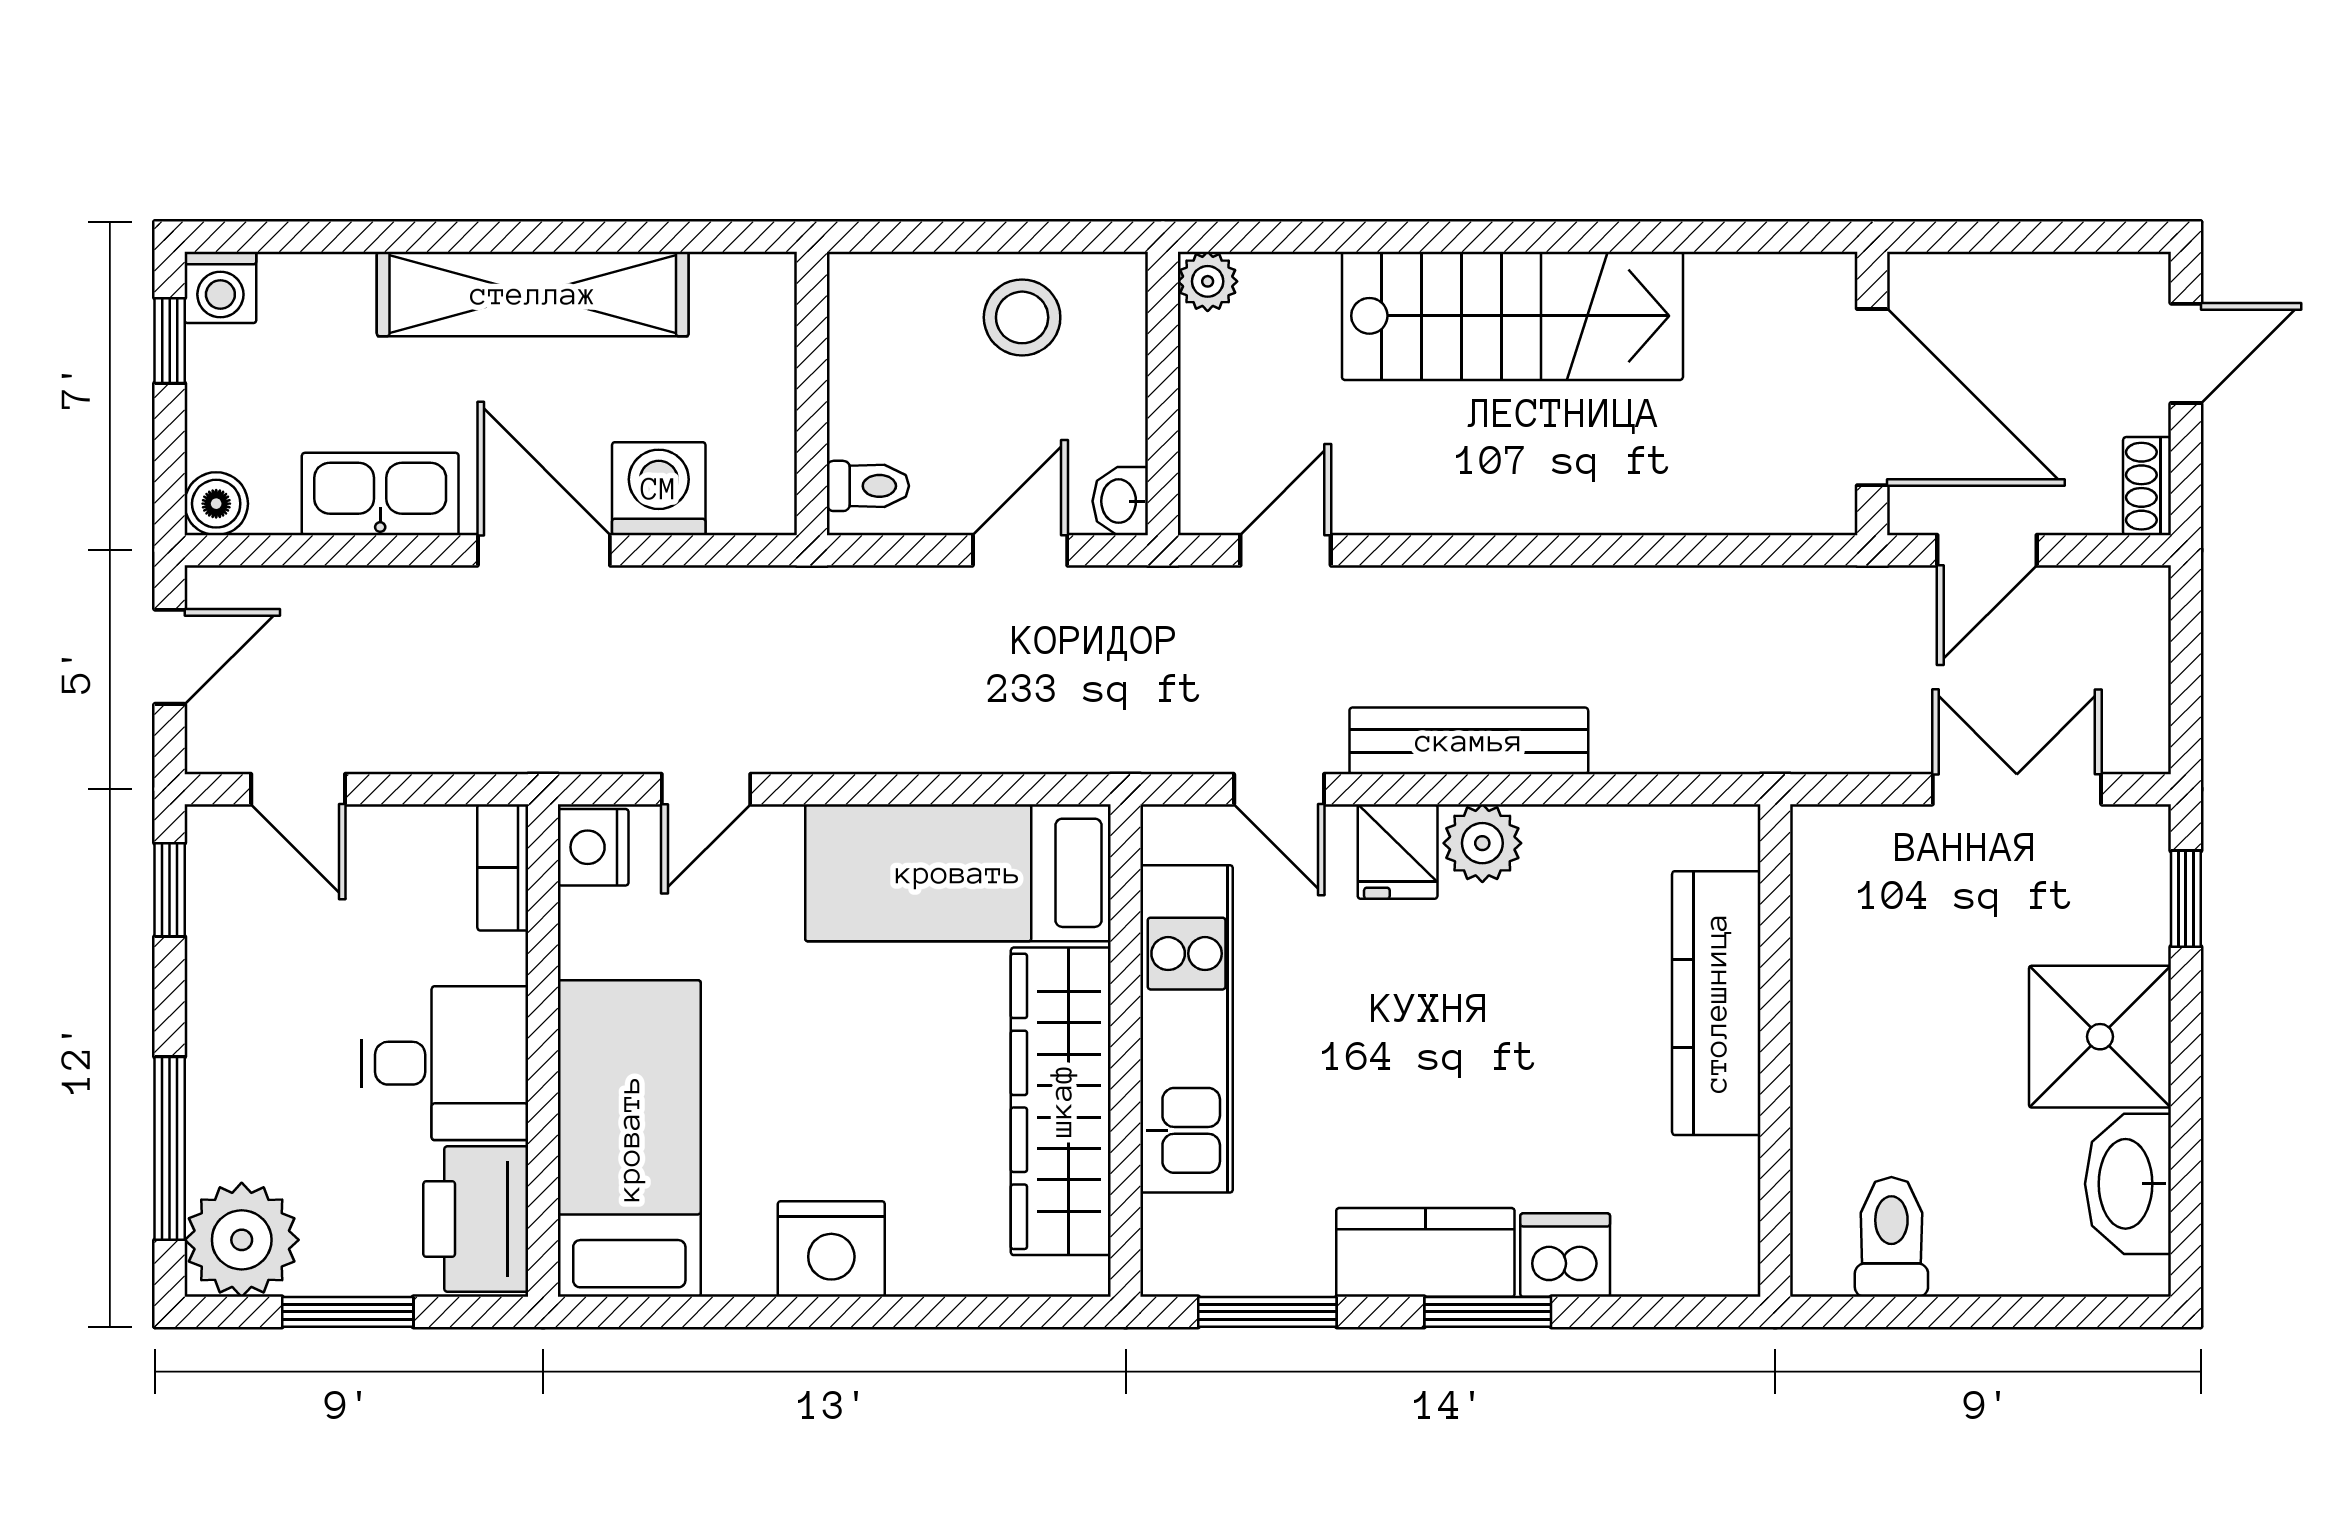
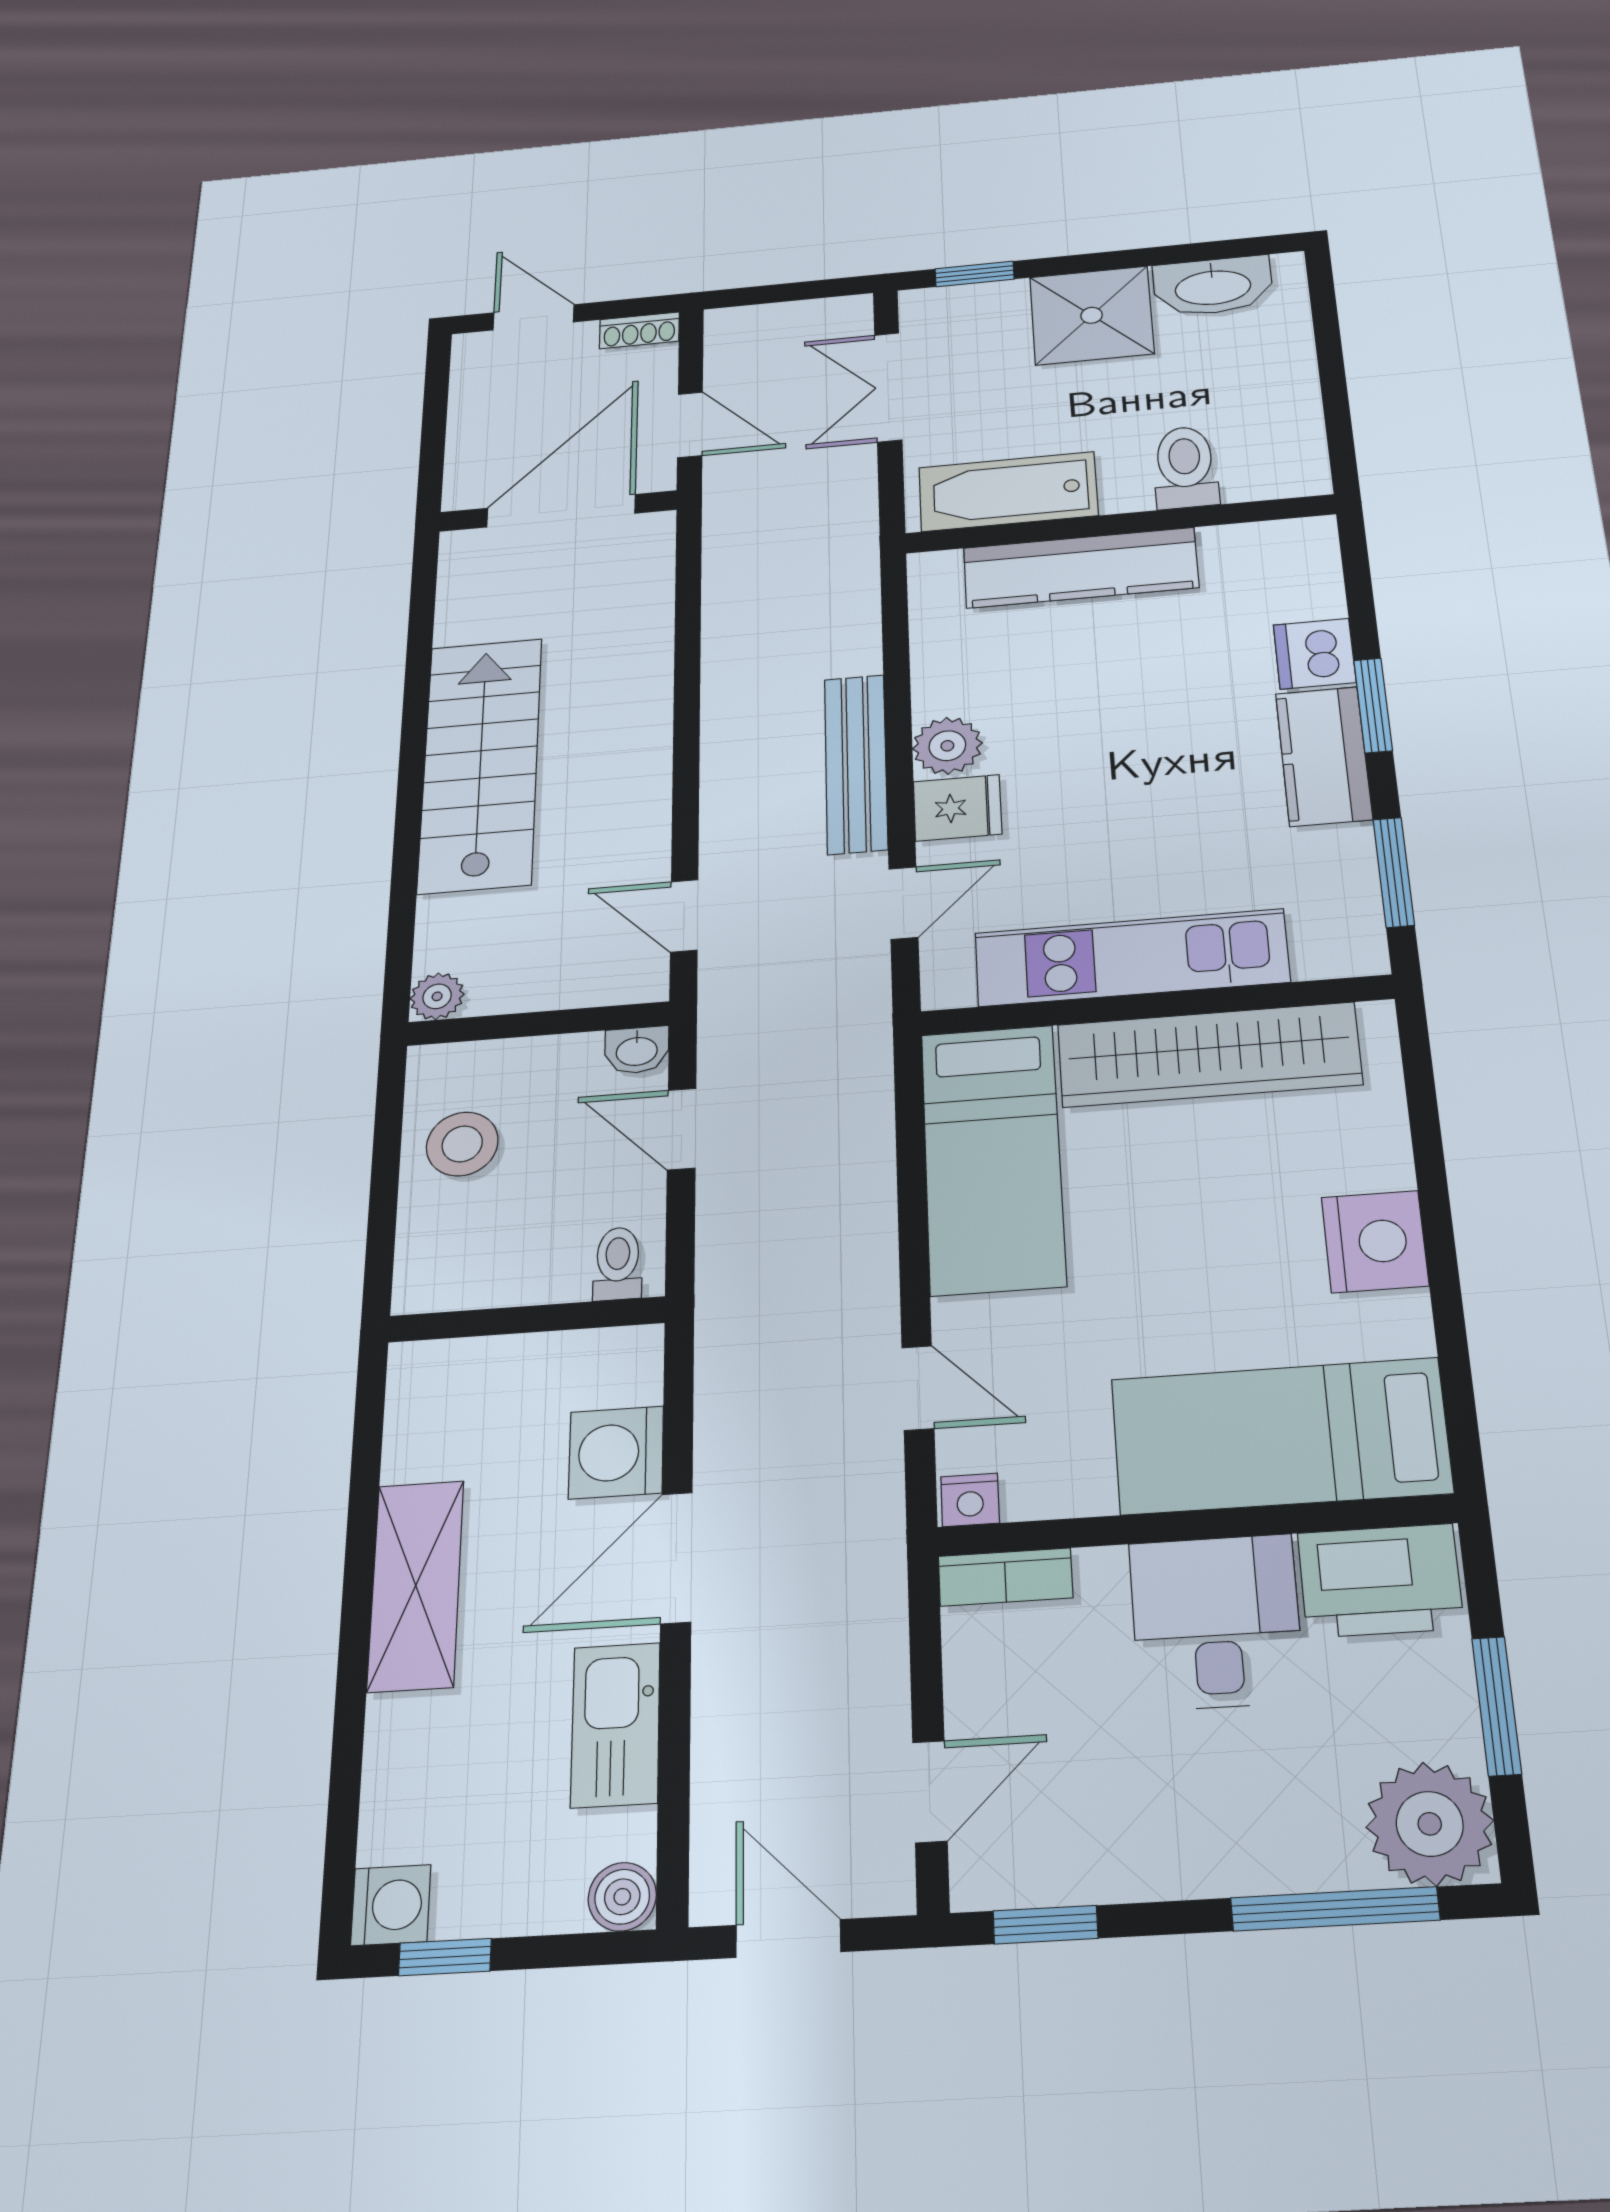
shelving: (533, 294) -> (416, 1585), width x0.68
nightstand: (593, 847) -> (970, 1500), width x0.72, depth x0.74
bathtub: (1838, 925) -> (1008, 492), added
toilet: (1891, 1237) -> (1185, 467), moved, turned 90

